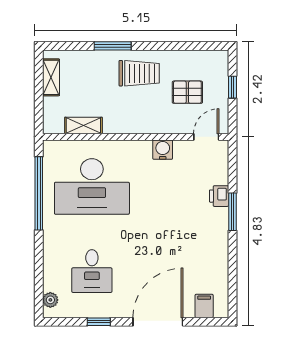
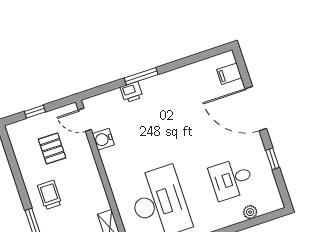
trolley: (139, 73) -> (50, 195), width x0.73, depth x0.72
water cooler: (163, 150) -> (103, 139), moved
desk: (92, 271) -> (231, 179), turned 180
plant: (50, 300) -> (250, 212), moved

